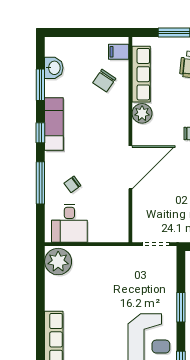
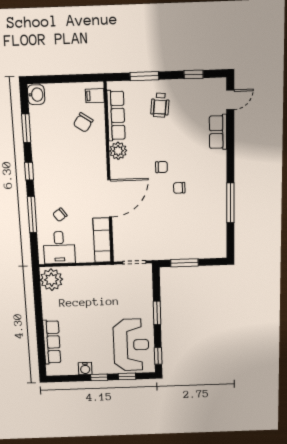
washbasin: (54, 68) -> (36, 95), moved
exam couch: (54, 124) -> (102, 240), moved, turned 180

